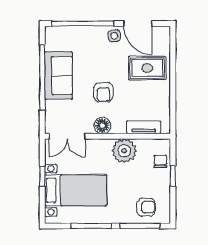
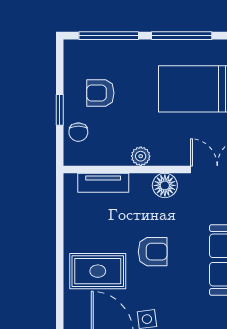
armchair: (103, 92) -> (153, 252), moved, turned 90
plant: (124, 151) -> (141, 156), width x0.53, depth x0.53
armchair: (146, 207) -> (100, 93), moved

